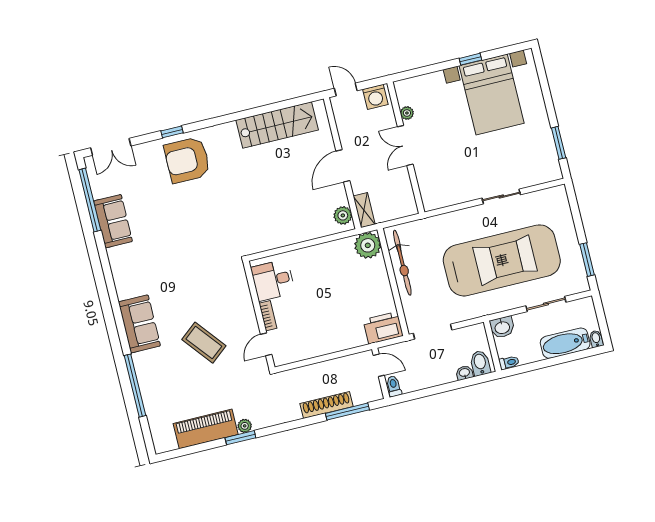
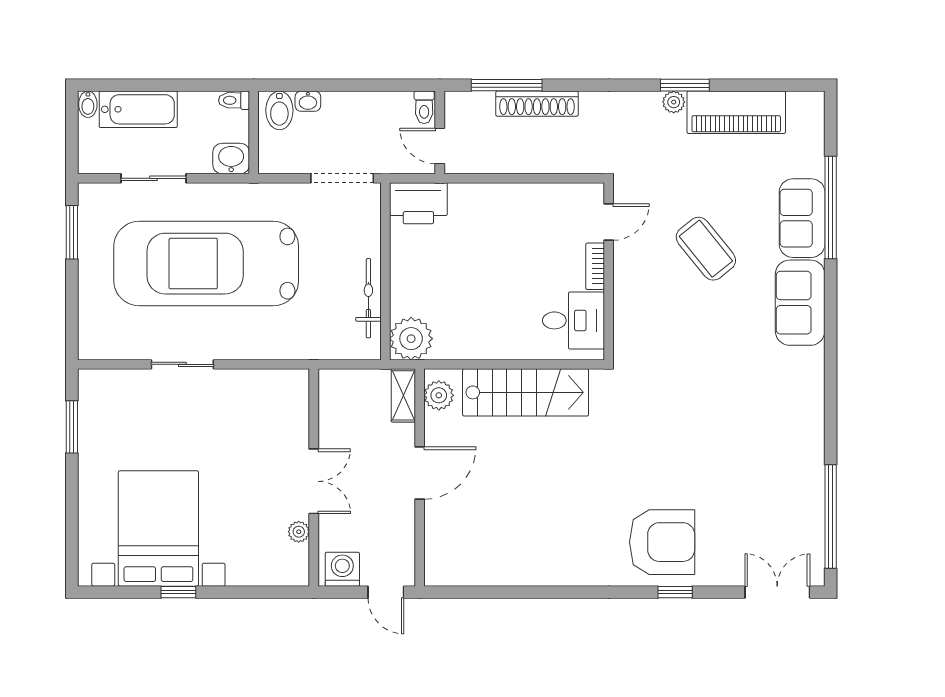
stairs: (277, 125) -> (526, 392), moved, turned 180
sofa: (113, 221) -> (802, 218), moved
bicycle: (402, 263) -> (368, 298), width x0.73, depth x0.71

